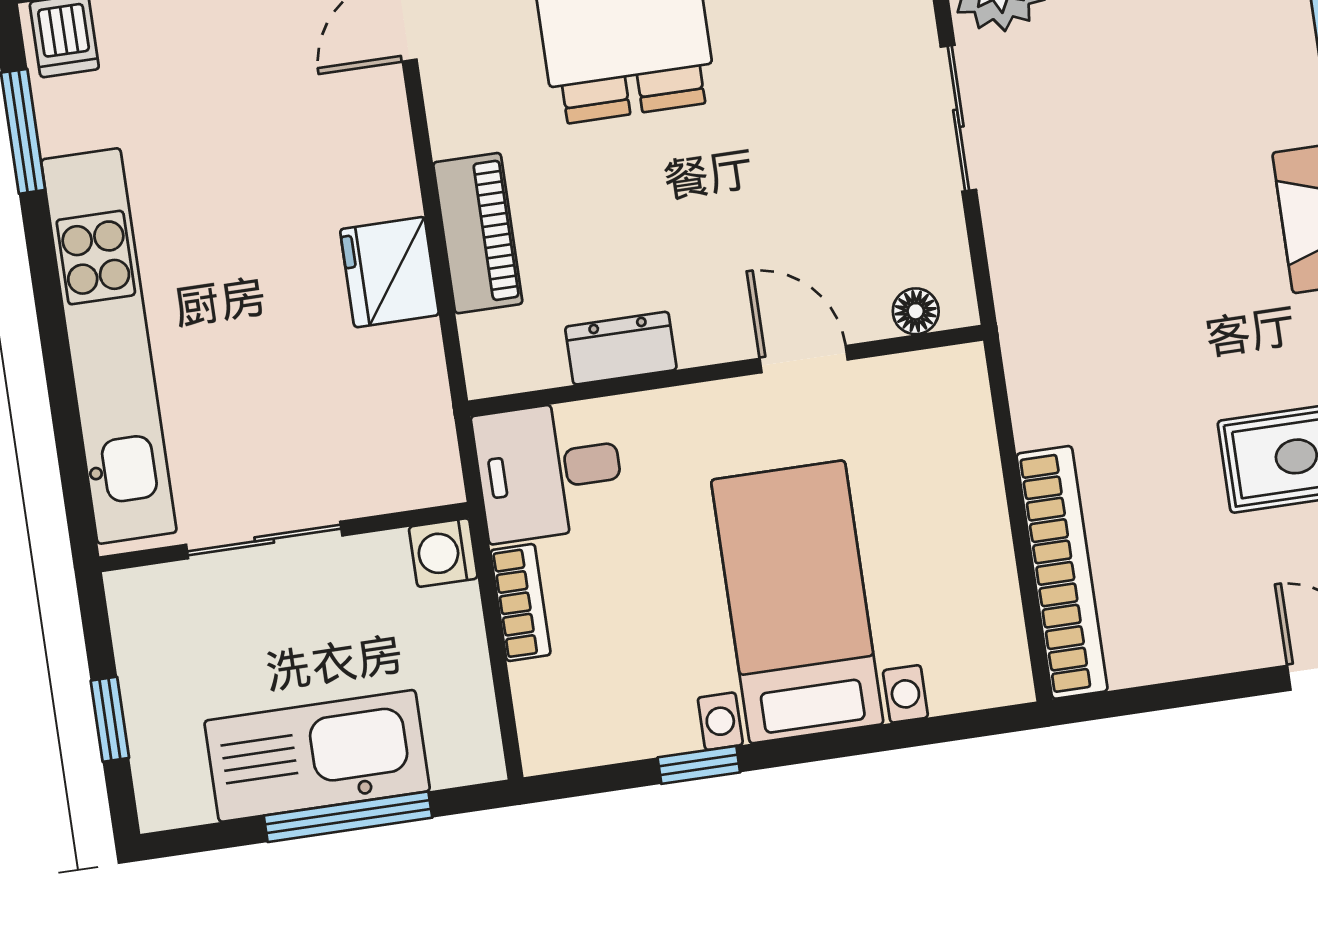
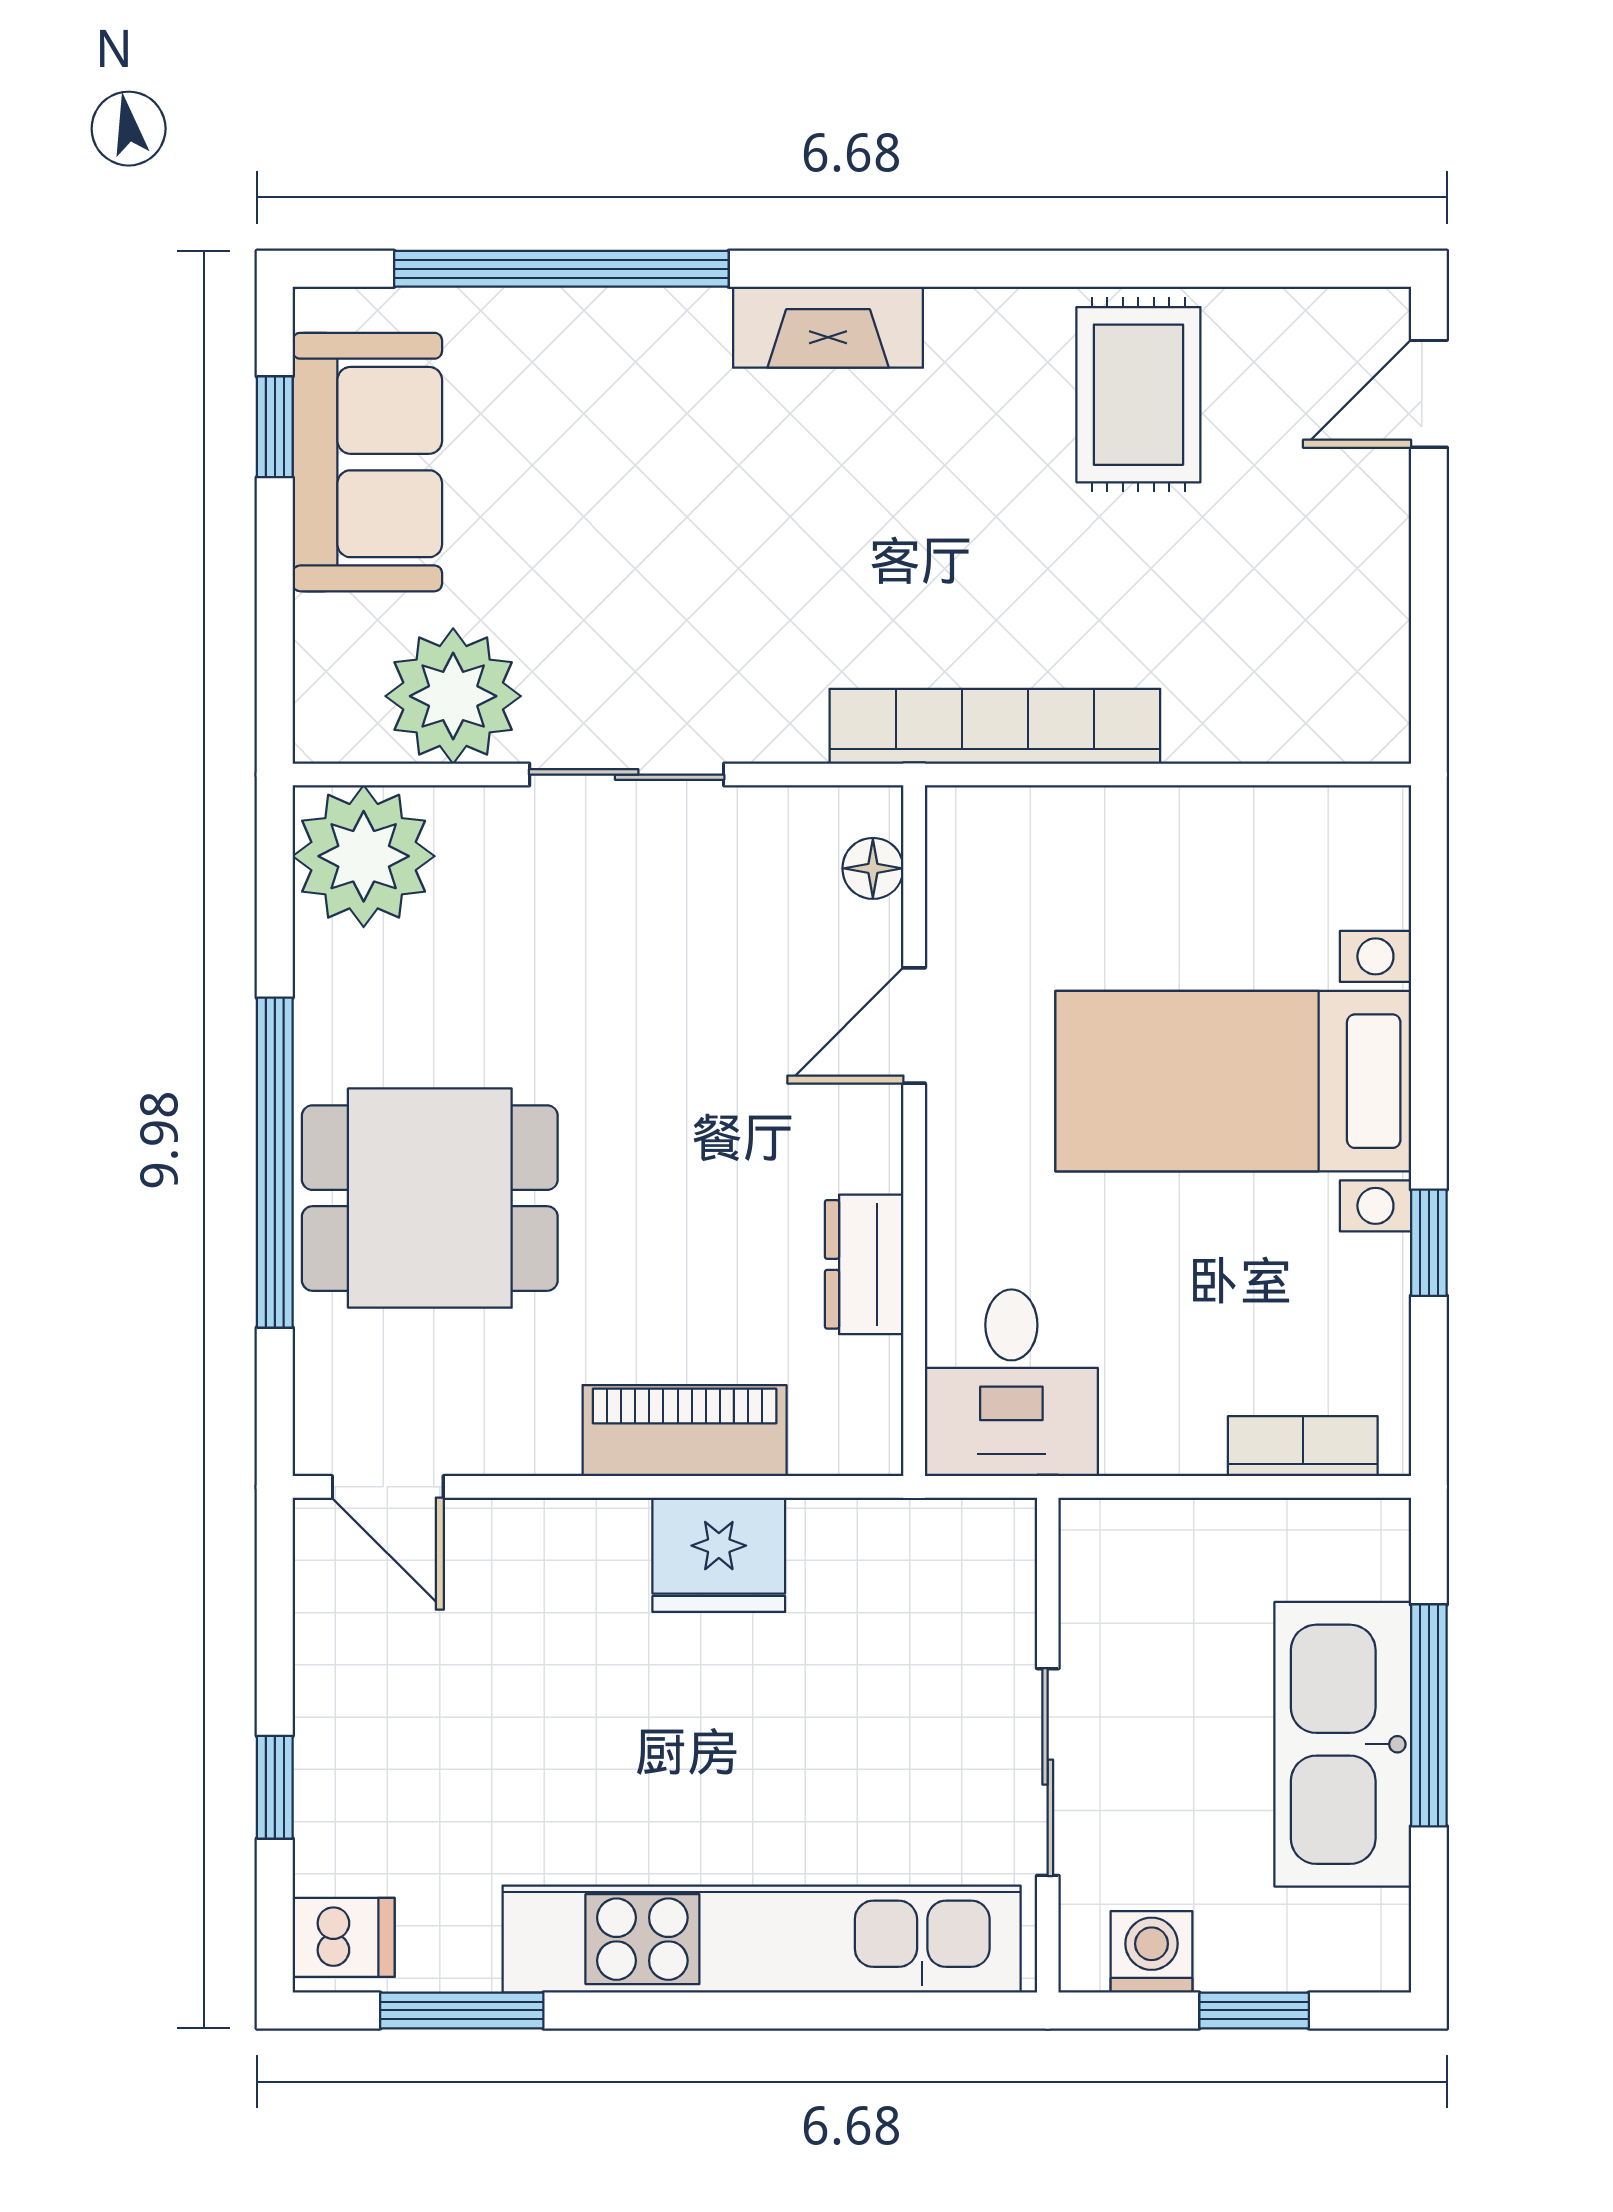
washing machine: (443, 553) -> (1152, 1952), moved, turned 180
bookcase: (1062, 572) -> (995, 726), moved
bookcase: (521, 603) -> (1303, 1446), moved

